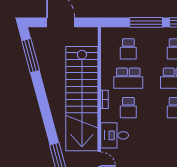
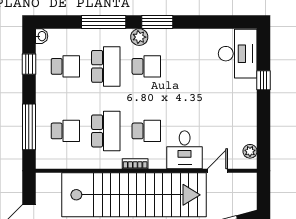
window: (146, 22) -> (29, 127), moved

